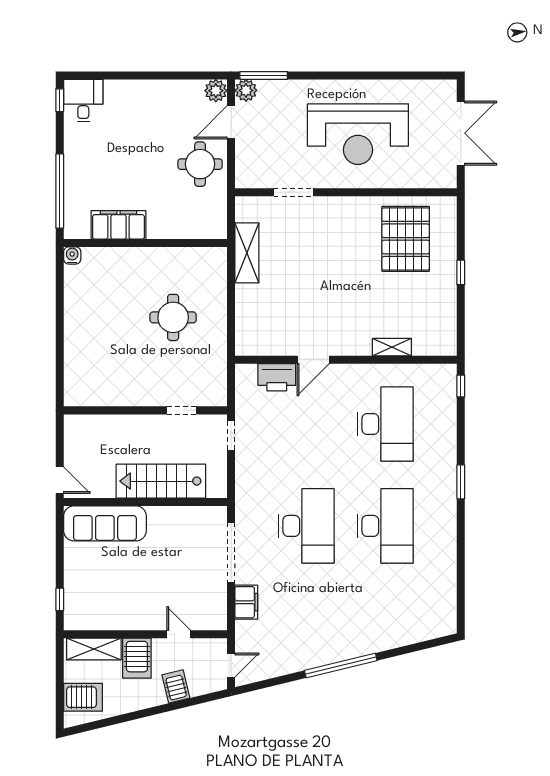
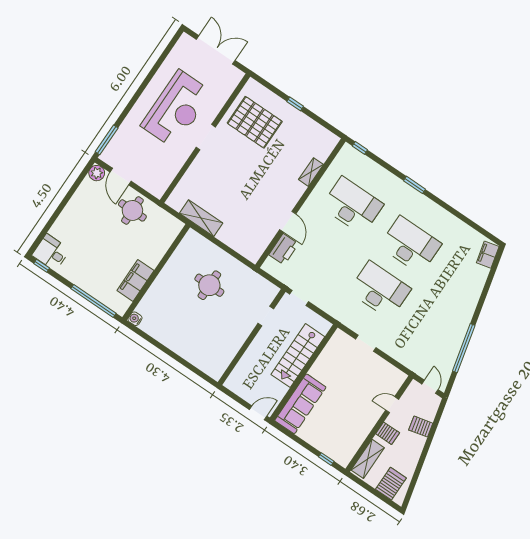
plant: (246, 90) -> (108, 156), removed
doorway: (294, 192) -> (206, 137), moved
doorway: (231, 553) -> (366, 343), width x0.53
filing cabinet: (246, 602) -> (488, 255), moved, turned -104
server rack: (137, 658) -> (388, 433), width x0.73, depth x0.70
window: (341, 665) -> (464, 348), moved

